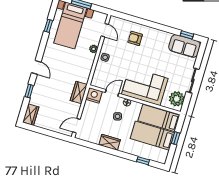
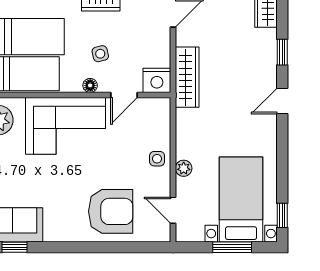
window: (48, 26) -> (282, 215), moved
armchair: (135, 38) -> (111, 211), width x1.88, depth x1.88
door: (36, 67) -> (282, 101), hinge flipped
wardrobe: (79, 93) -> (187, 77), width x1.50

